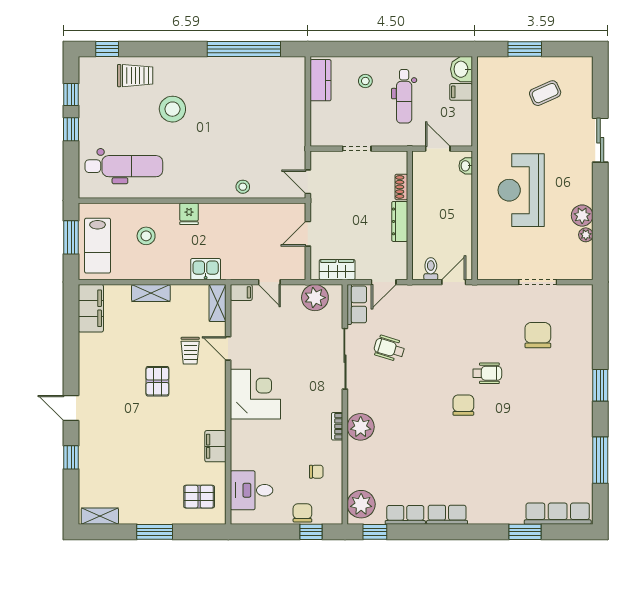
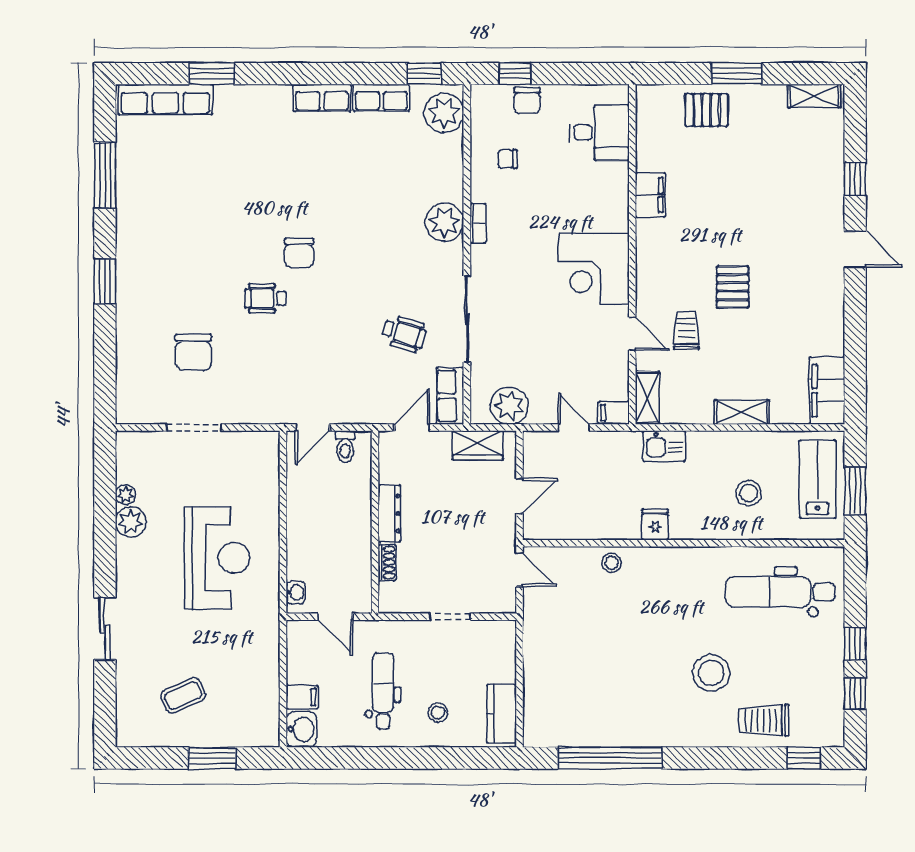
fridge: (189, 214) -> (655, 524), moved
pallet: (199, 497) -> (707, 110), moved

